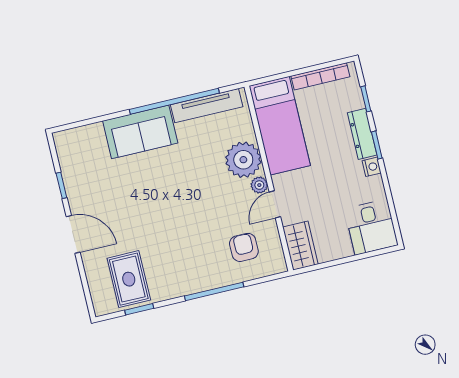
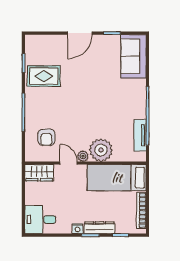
tv unit: (207, 106) -> (140, 135), width x0.71
sofa: (140, 132) -> (134, 56), moved
armchair: (244, 247) -> (46, 137), turned 90
rug: (129, 279) -> (44, 76), moved

